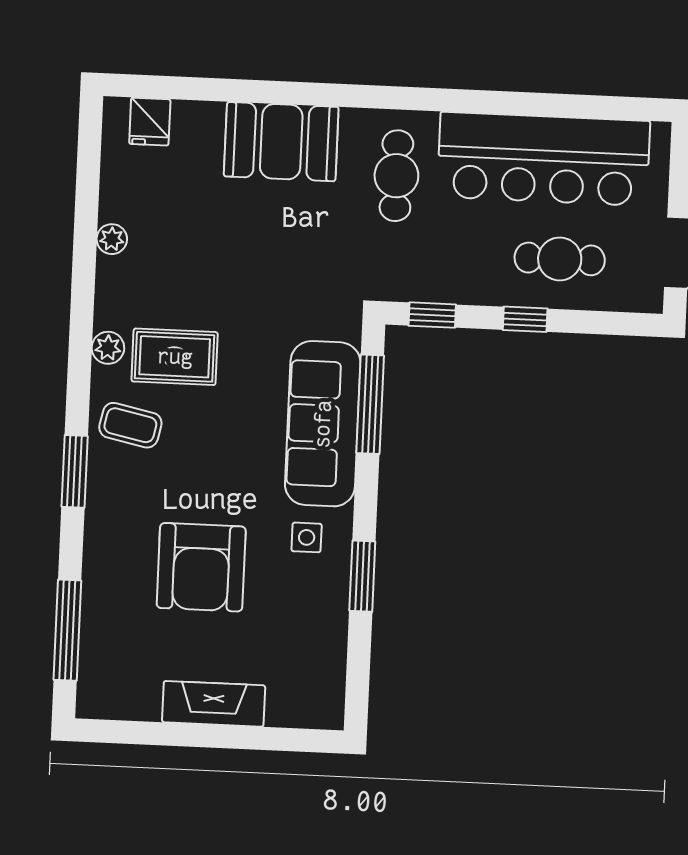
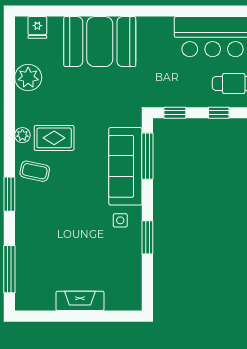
booth: (281, 142) -> (100, 42), width x1.36, depth x1.42
cafe table: (396, 176) -> (155, 48), removed
plant: (112, 239) -> (28, 77), width x1.87, depth x1.87
armchair: (201, 567) -> (71, 237), removed

